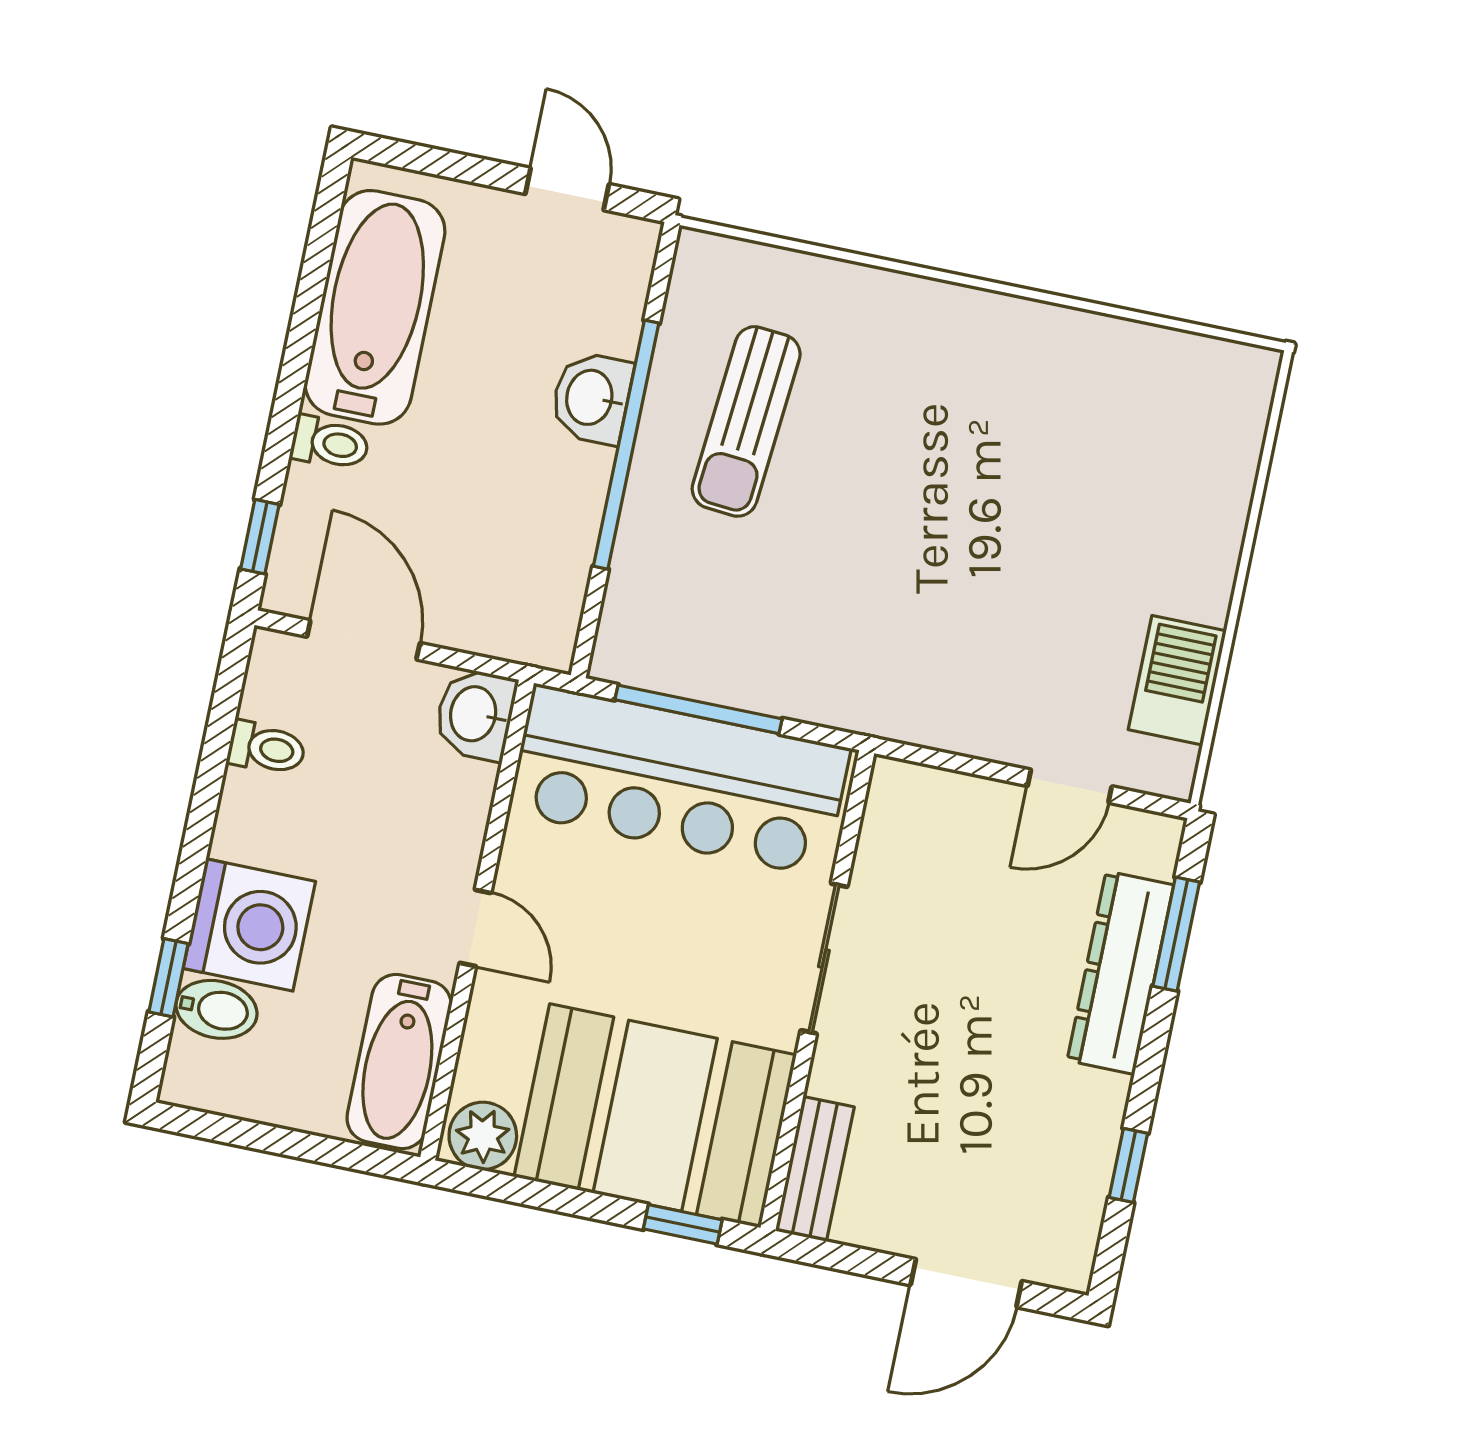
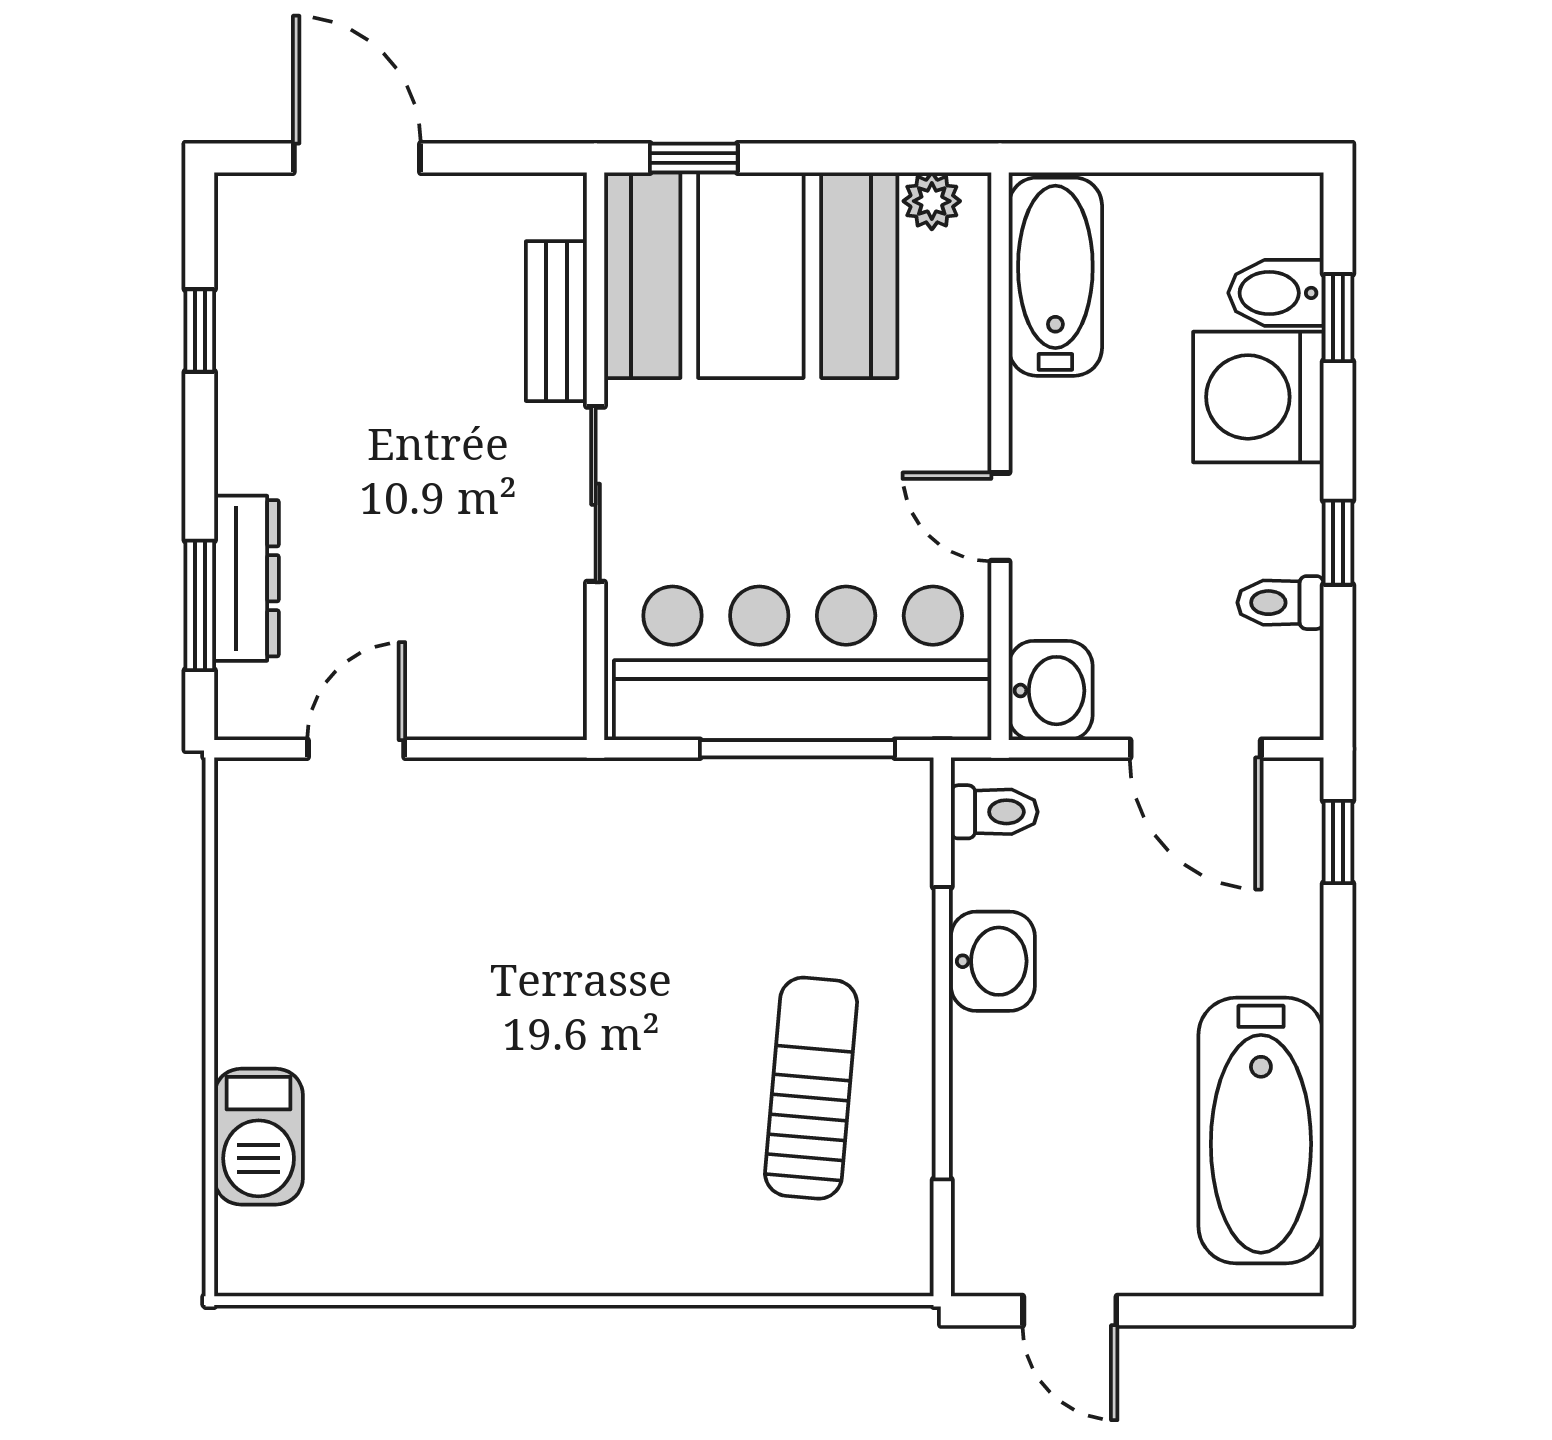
washbasin: (591, 398) -> (993, 961), moved
toilet: (330, 443) -> (994, 812), moved, turned 180
barbecue: (1177, 680) -> (259, 1137), moved
window: (208, 789) -> (1338, 543), added
door: (475, 928) -> (1000, 517), moved
dresser: (1120, 973) -> (247, 578), width x0.73, depth x0.80
plant: (483, 1136) -> (932, 201), width x0.73, depth x0.73
bench: (815, 1169) -> (556, 321), moved
door: (966, 1283) -> (357, 158), hinge flipped

